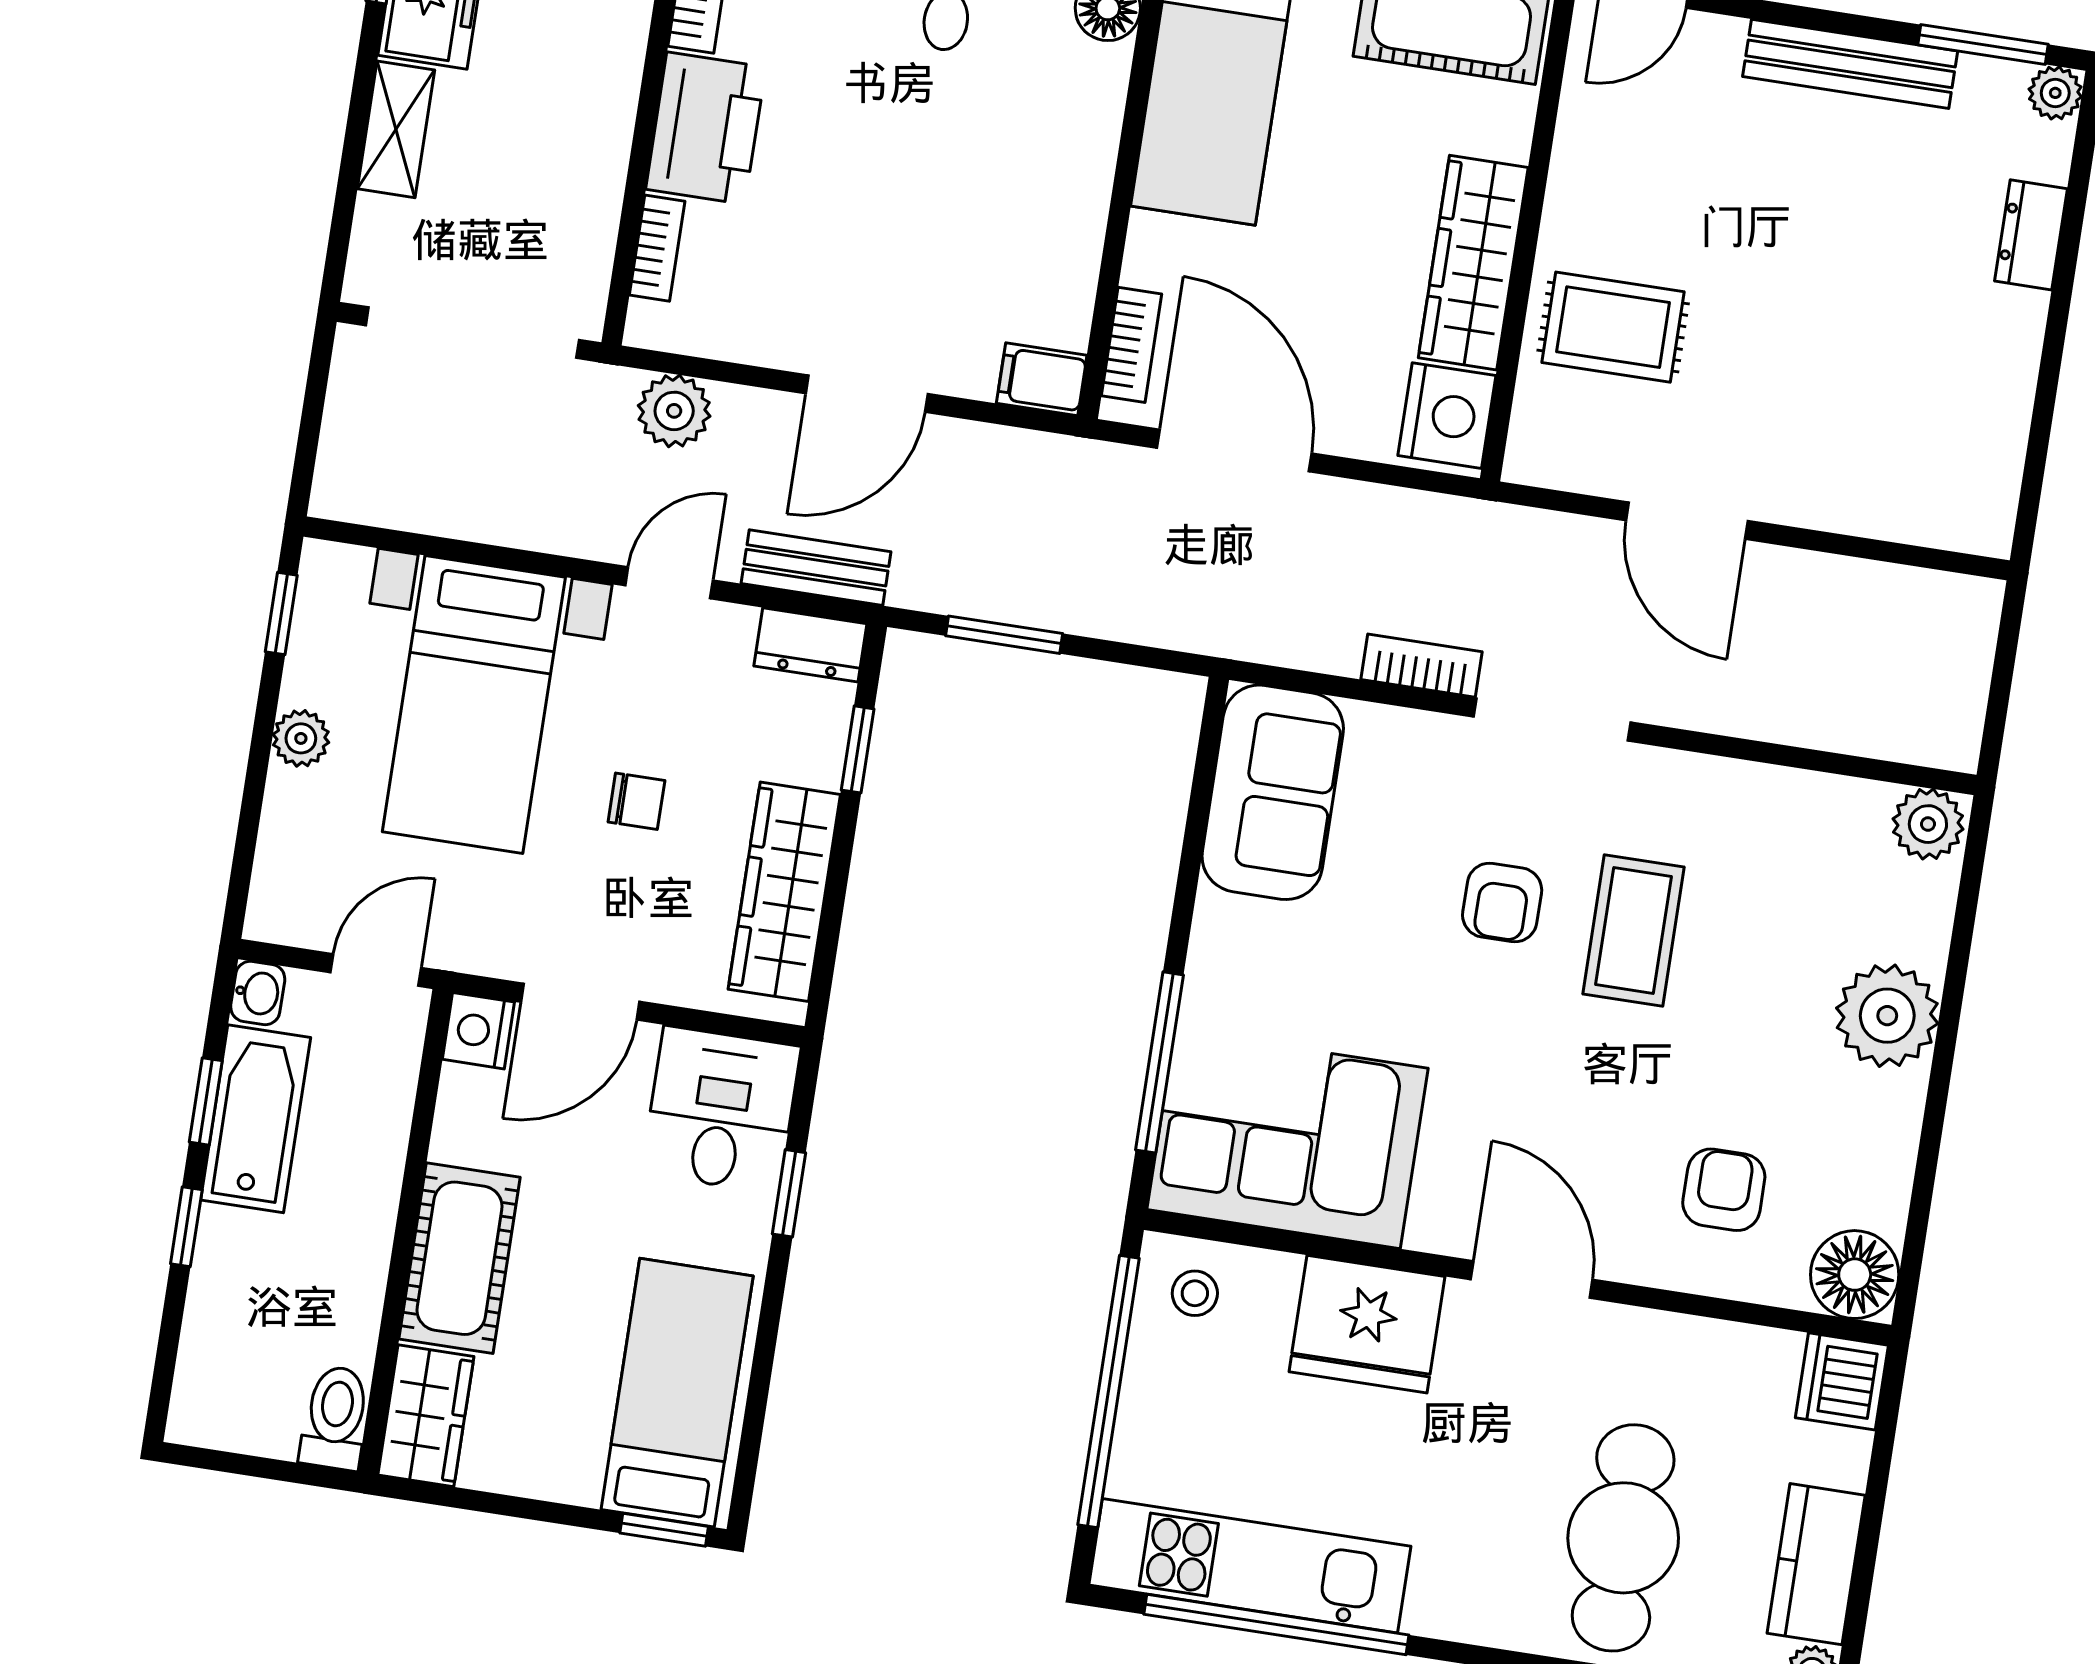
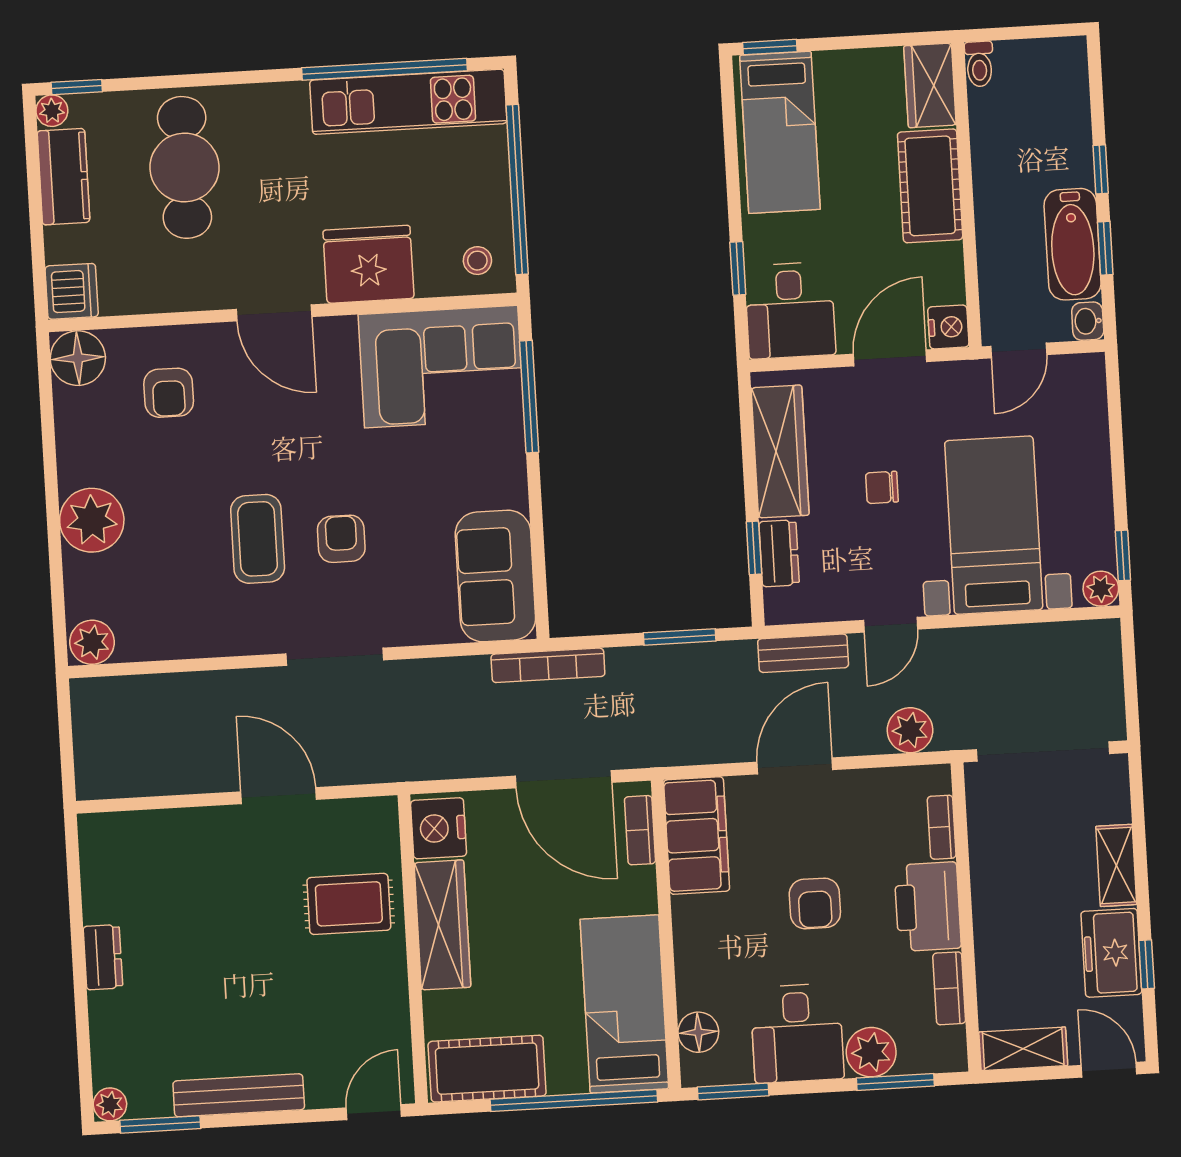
armchair: (882, 171) -> (815, 903), added
dresser: (2031, 235) -> (103, 957), moved
filing cabinet: (1042, 379) -> (697, 835), width x3.00, depth x1.17
dresser: (810, 645) -> (779, 553), moved, turned 90
bookcase: (1421, 666) -> (548, 665), moved, width x1.56
plant: (301, 738) -> (1101, 589), moved
toilet: (335, 1418) -> (979, 64), width x0.73, depth x0.72

